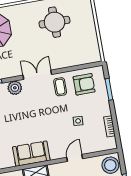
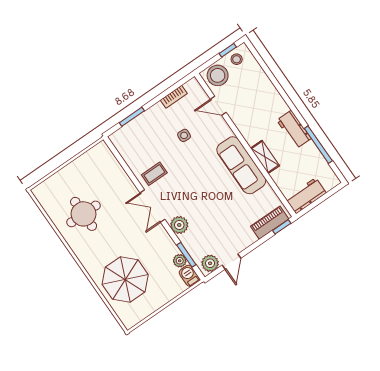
armchair: (84, 84) -> (139, 148), removed
sofa: (31, 154) -> (241, 165), width x1.36
door: (75, 158) -> (218, 106), moved

